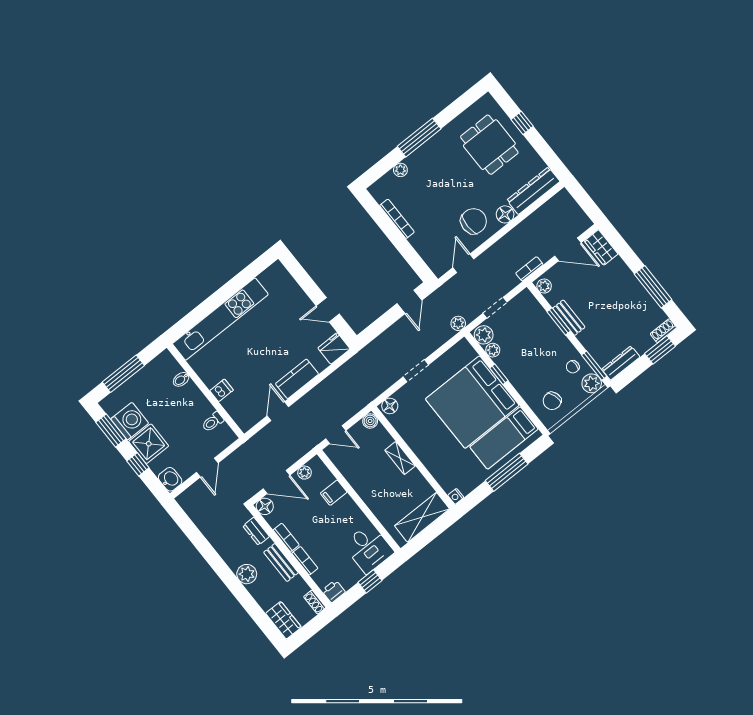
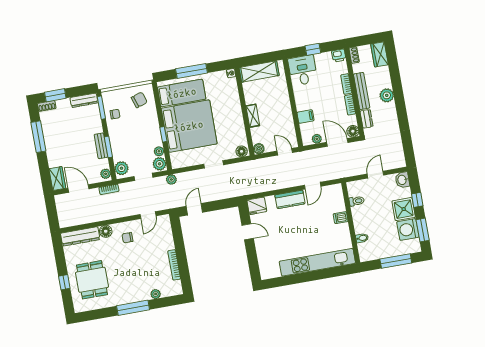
chair: (474, 221) -> (128, 238), width x0.54, depth x0.54
plant: (592, 383) -> (121, 168), moved
bench: (281, 563) -> (362, 91), width x1.36

